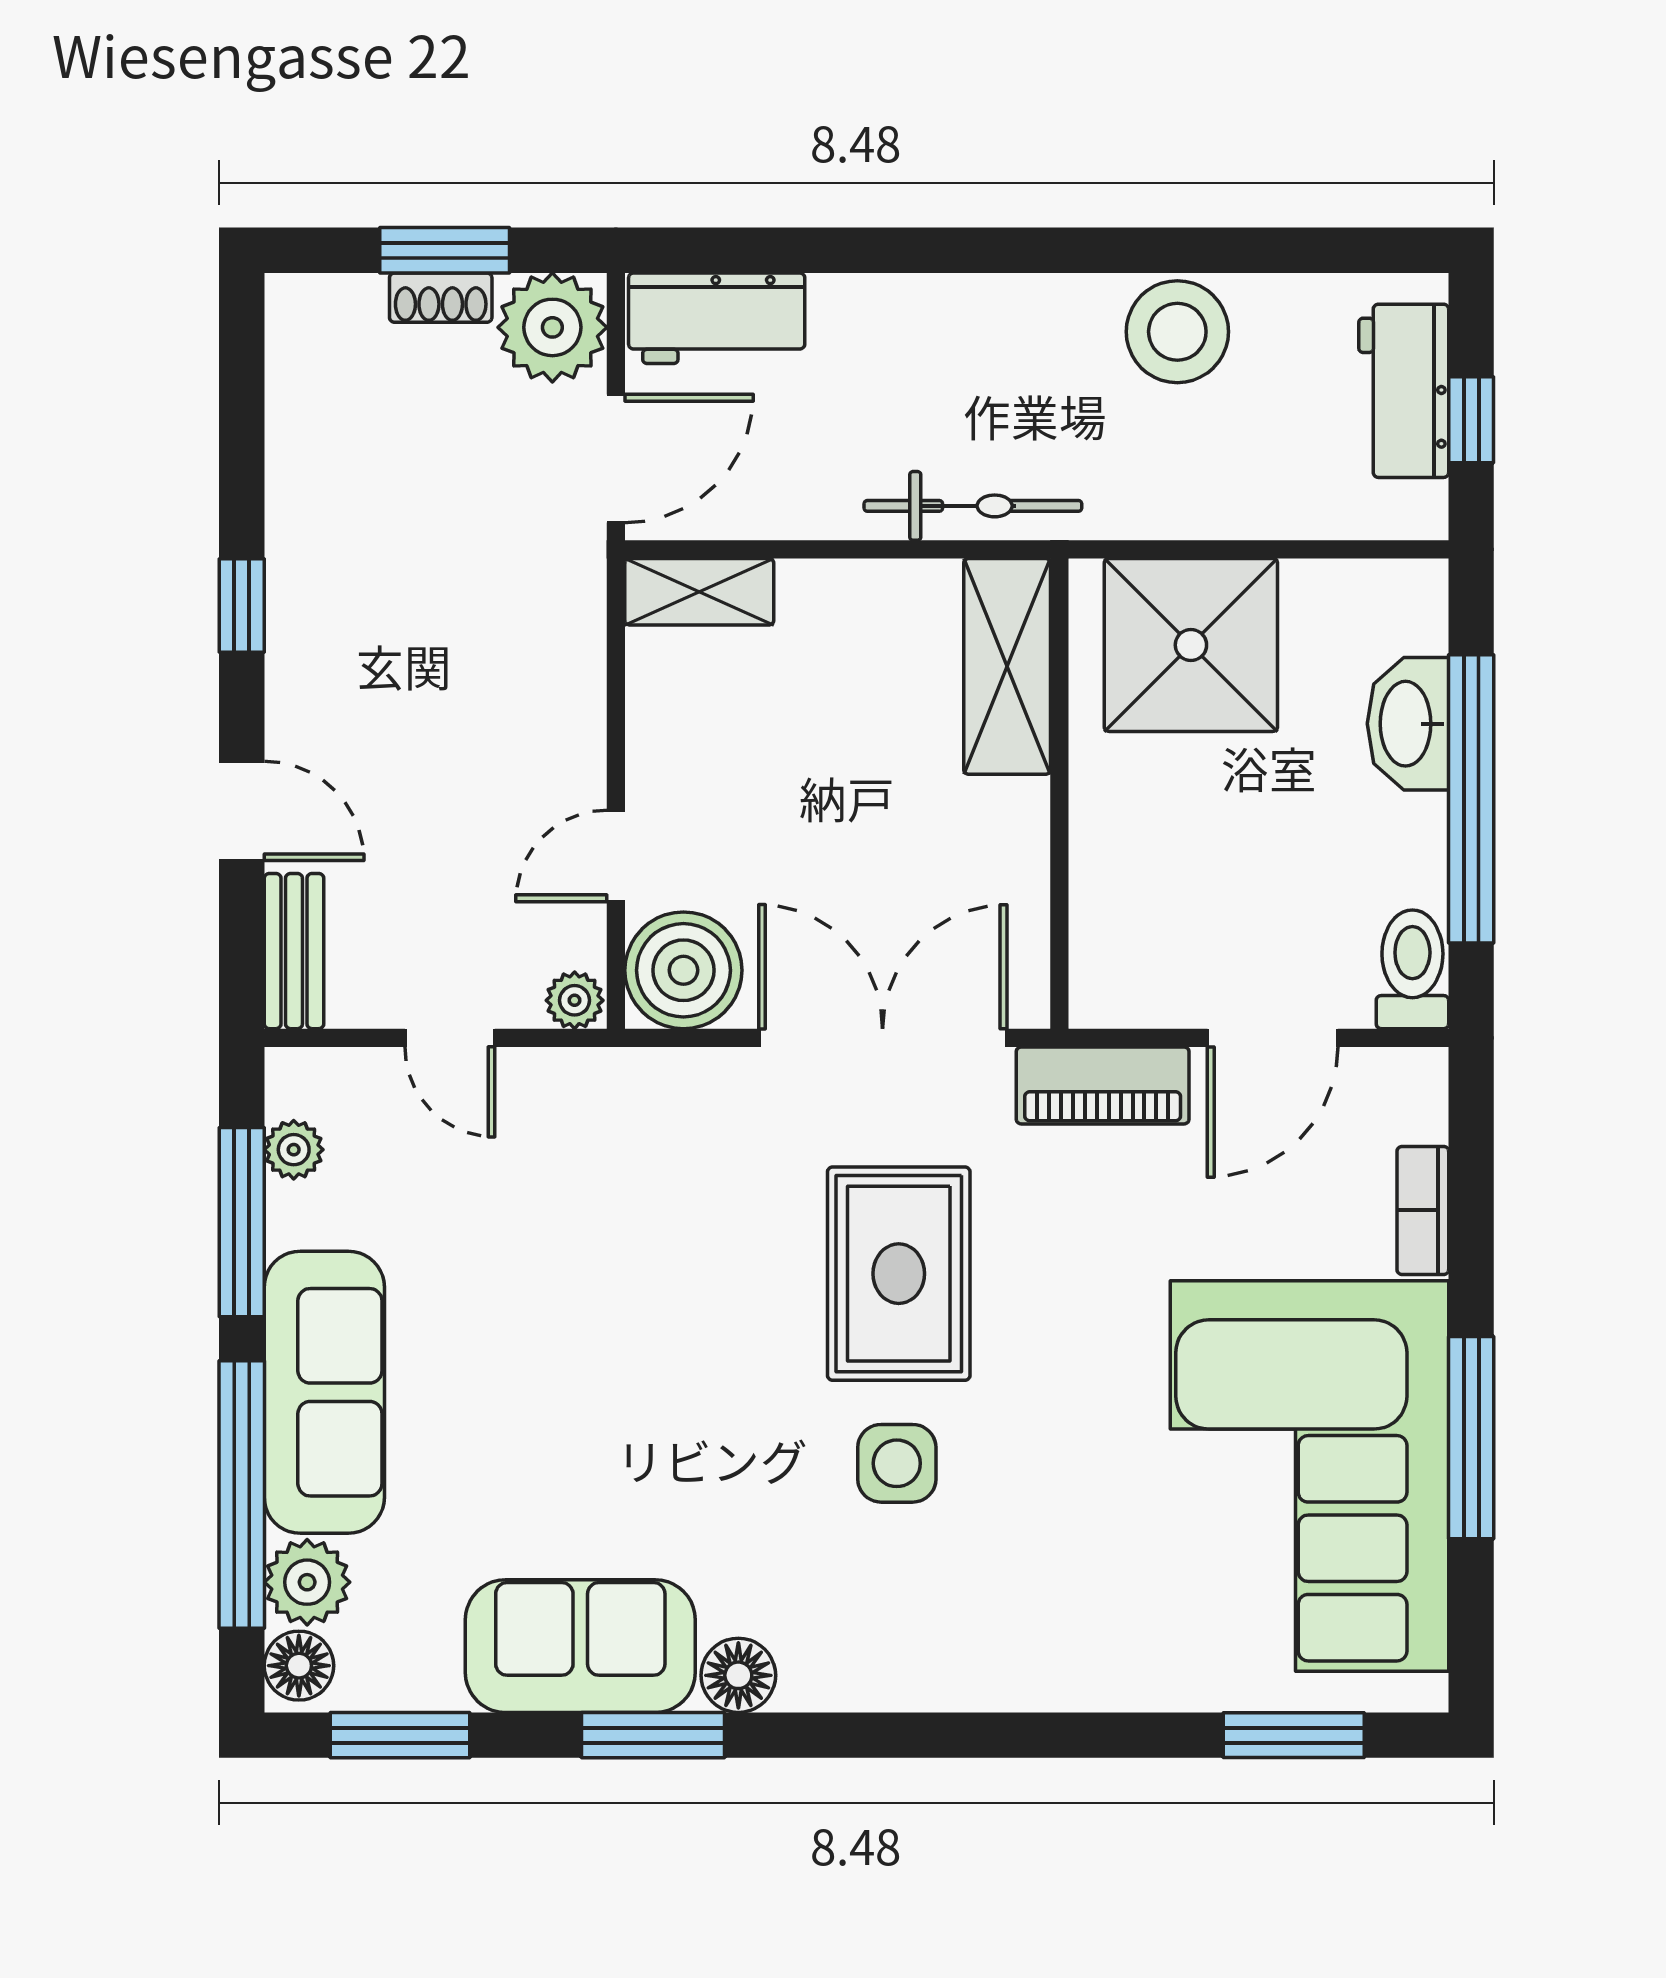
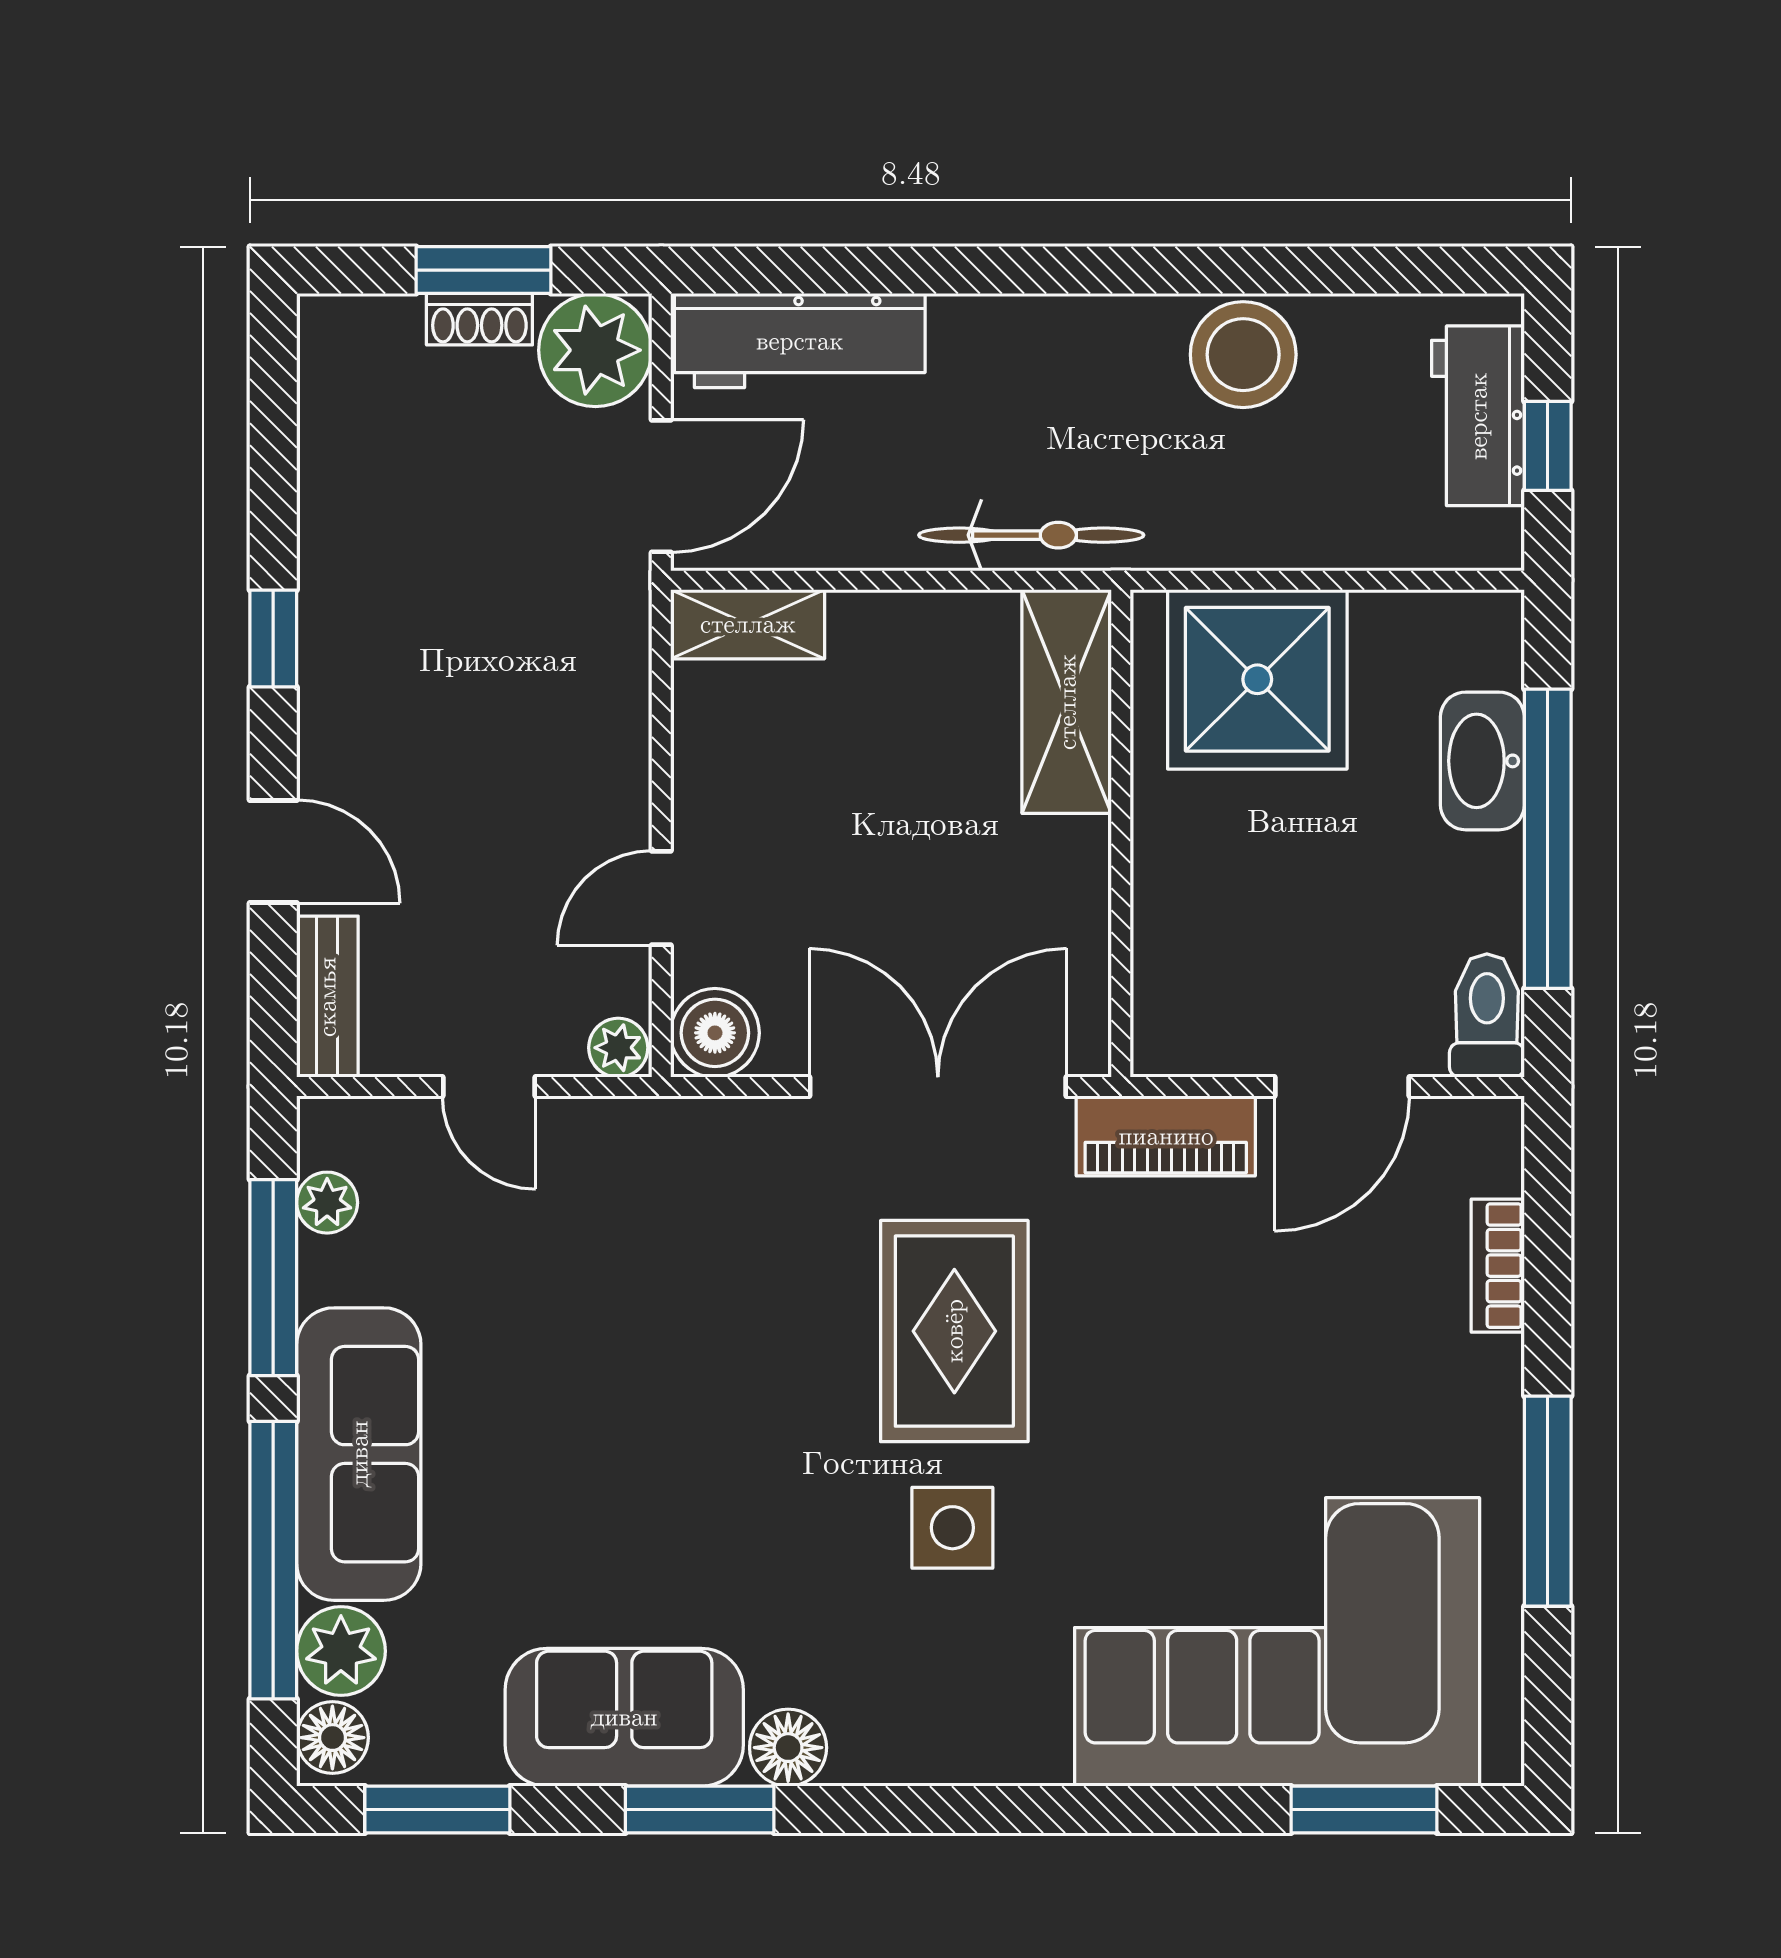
workbench: (717, 318) -> (800, 341), width x1.38
boiler: (683, 970) -> (715, 1033), width x0.73, depth x0.73
corner sofa: (1309, 1476) -> (1277, 1642), moved, turned 90

